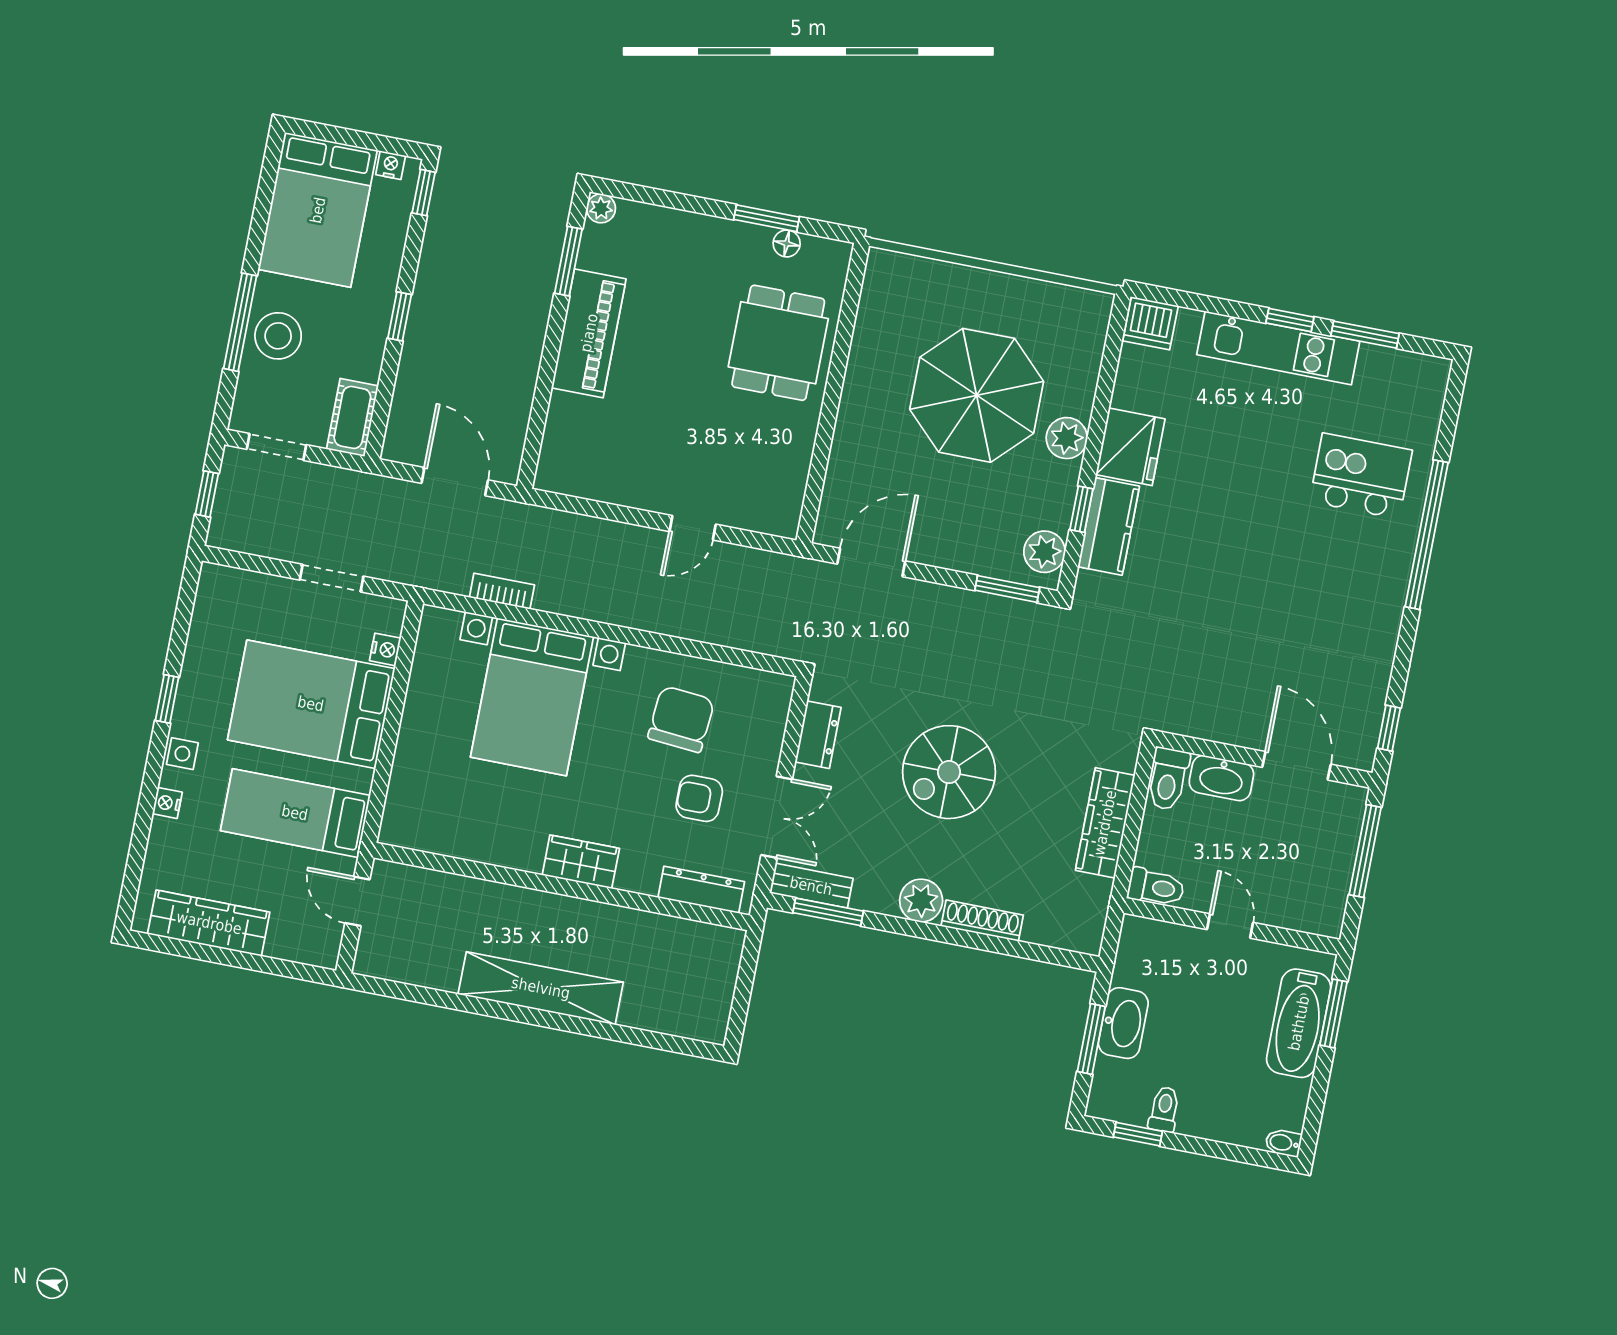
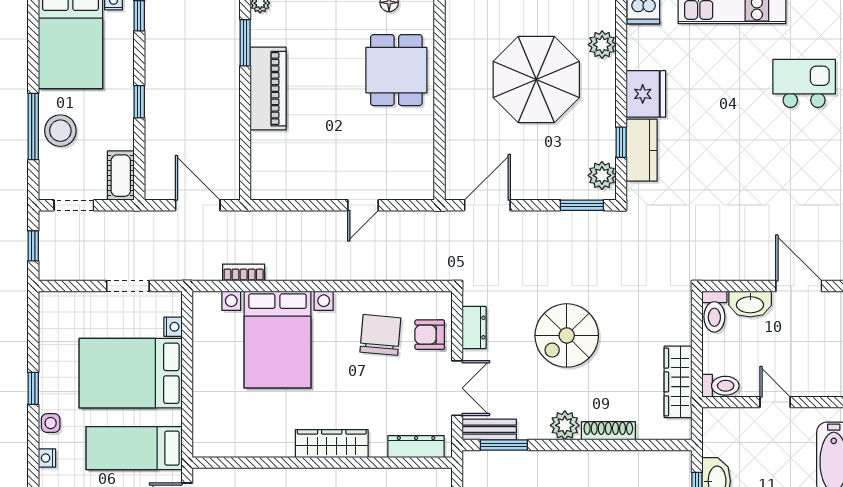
plant: (1067, 438) -> (602, 45), moved
armchair: (699, 798) -> (430, 335), moved
wardrobe: (1105, 823) -> (678, 382), moved
wardrobe: (581, 862) -> (332, 444), width x1.50

